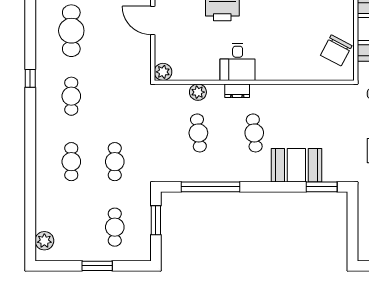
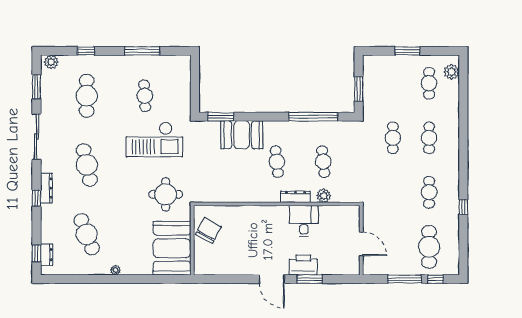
door: (153, 20) -> (361, 244), moved
desk: (238, 62) -> (304, 221), moved
plant: (163, 72) -> (353, 213), removed
dresser: (237, 91) -> (295, 197), width x1.44
cafe table: (115, 227) -> (429, 83), moved

